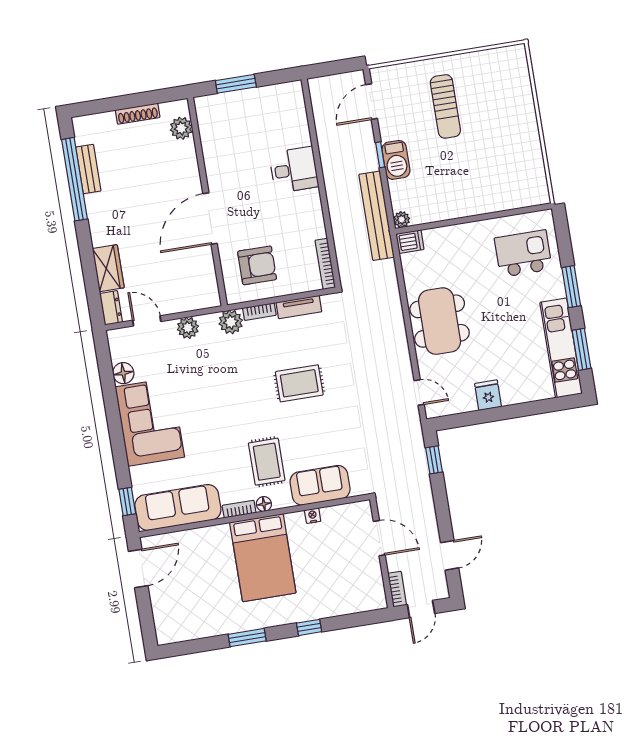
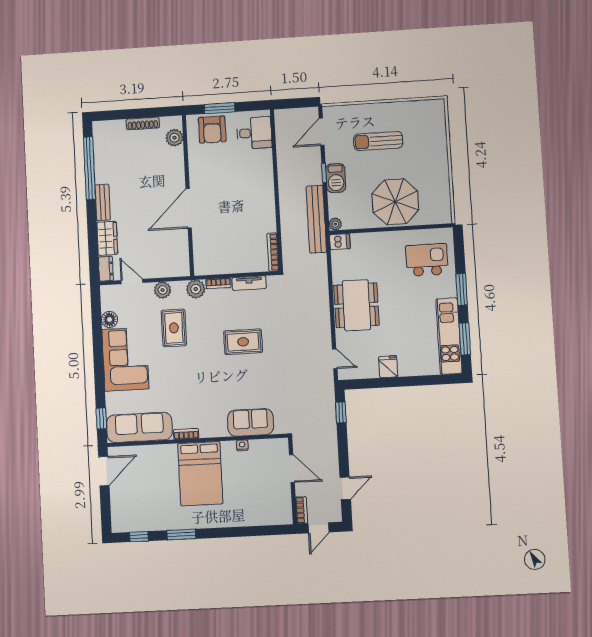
sun lounger: (445, 106) -> (378, 141), turned 90
bench: (88, 169) -> (103, 202), moved
desk: (294, 170) -> (254, 133), moved
parasol: (476, 183) -> (395, 202), added
armchair: (257, 265) -> (212, 130), moved, turned 90
rug: (267, 462) -> (174, 328), moved
floor lamp: (264, 504) -> (206, 432), removed
window: (309, 627) -> (139, 537), moved

